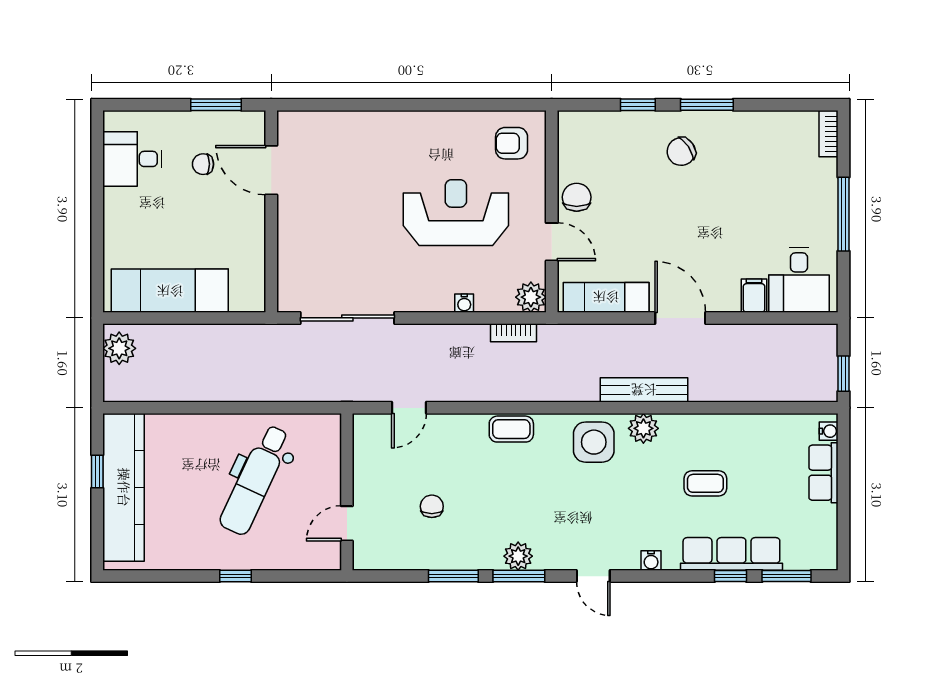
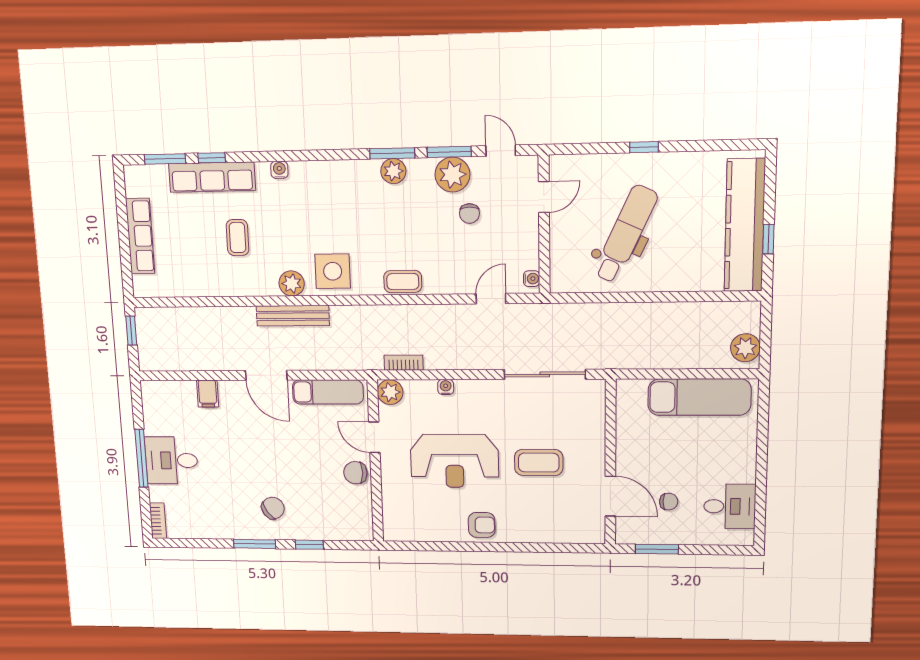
armchair: (512, 143) -> (482, 525), moved
chair: (577, 197) -> (355, 473), turned 90
coffee table: (355, 211) -> (539, 463), added
desk: (799, 280) -> (171, 460), moved, turned -90
water cooler: (829, 431) -> (532, 279), moved, turned 180
row of seats: (823, 473) -> (140, 236), width x1.48
coffee table: (705, 483) -> (238, 238), turned 90
plant: (450, 551) -> (452, 175), added
door: (593, 576) -> (501, 151), moved

